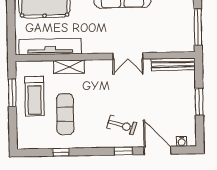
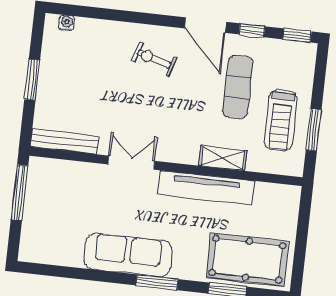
tv unit: (50, 47) -> (206, 188), moved
treadmill: (34, 96) -> (281, 120), turned 180
door: (157, 150) -> (206, 25), moved
window: (123, 151) -> (297, 35), moved

